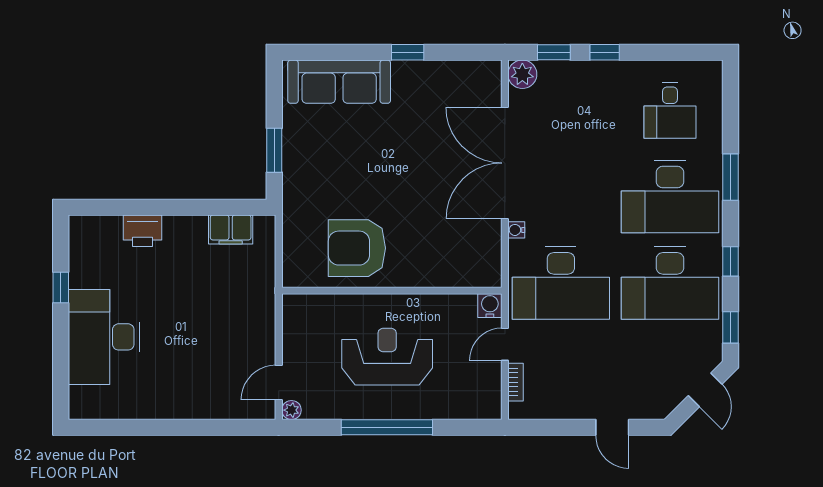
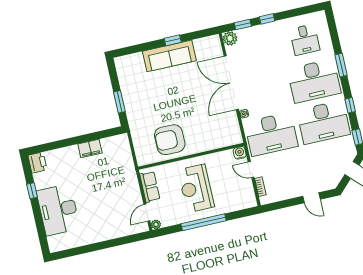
sofa: (339, 82) -> (169, 56), moved
filing cabinet: (231, 230) -> (90, 148), moved
printer: (142, 231) -> (37, 163), moved, turned -90
row of seats: (296, 333) -> (150, 187), added
door: (505, 344) -> (251, 170), hinge flipped
reception desk: (387, 357) -> (196, 188), turned -90

